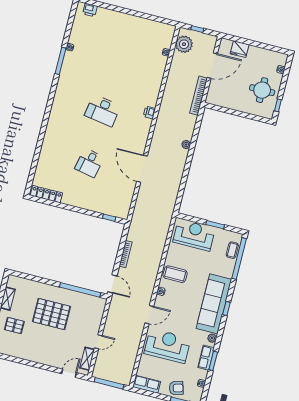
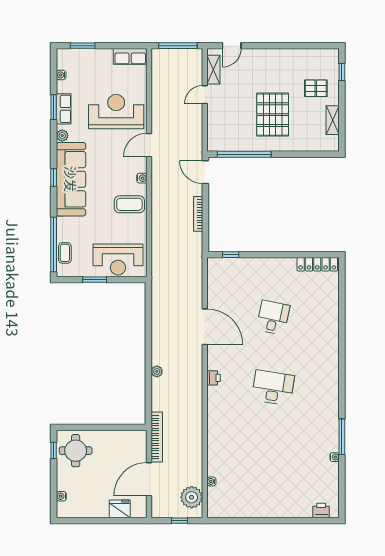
round table: (262, 90) -> (76, 451), moved
printer: (149, 112) -> (213, 378), moved
pallet: (51, 314) -> (273, 115), turned 90
reception desk: (167, 346) -> (116, 111), turned 180
armchair: (176, 388) -> (92, 61), removed

